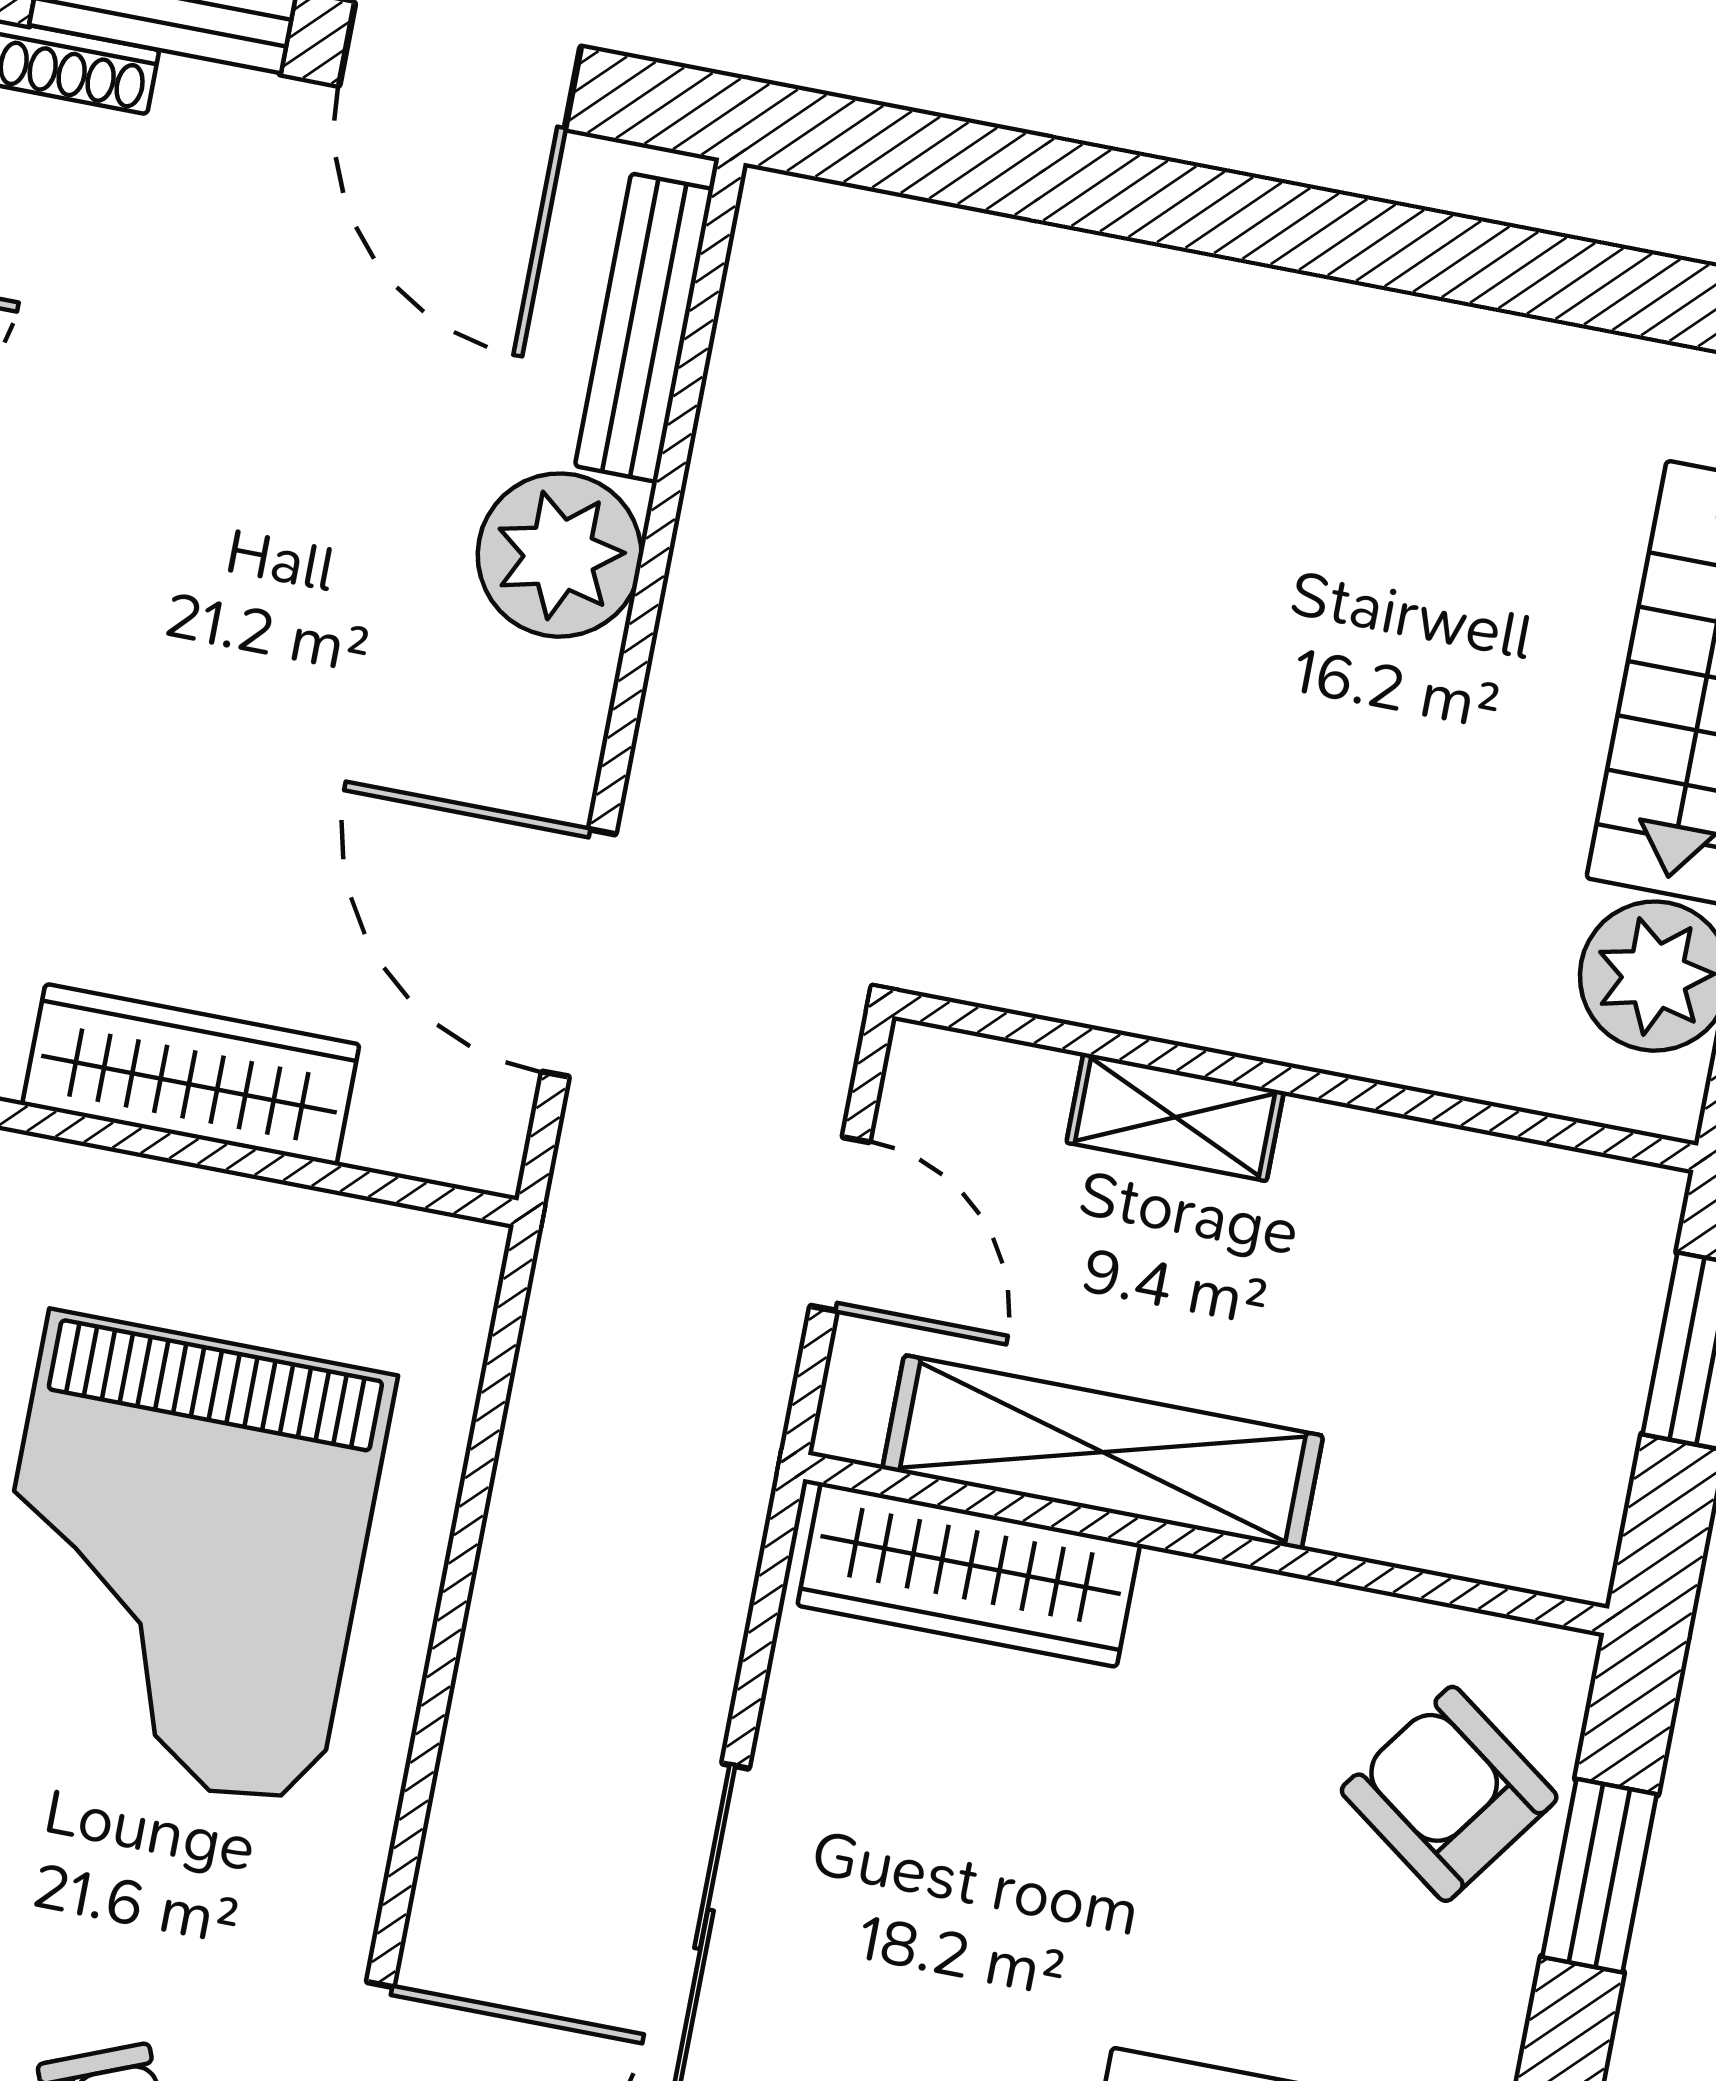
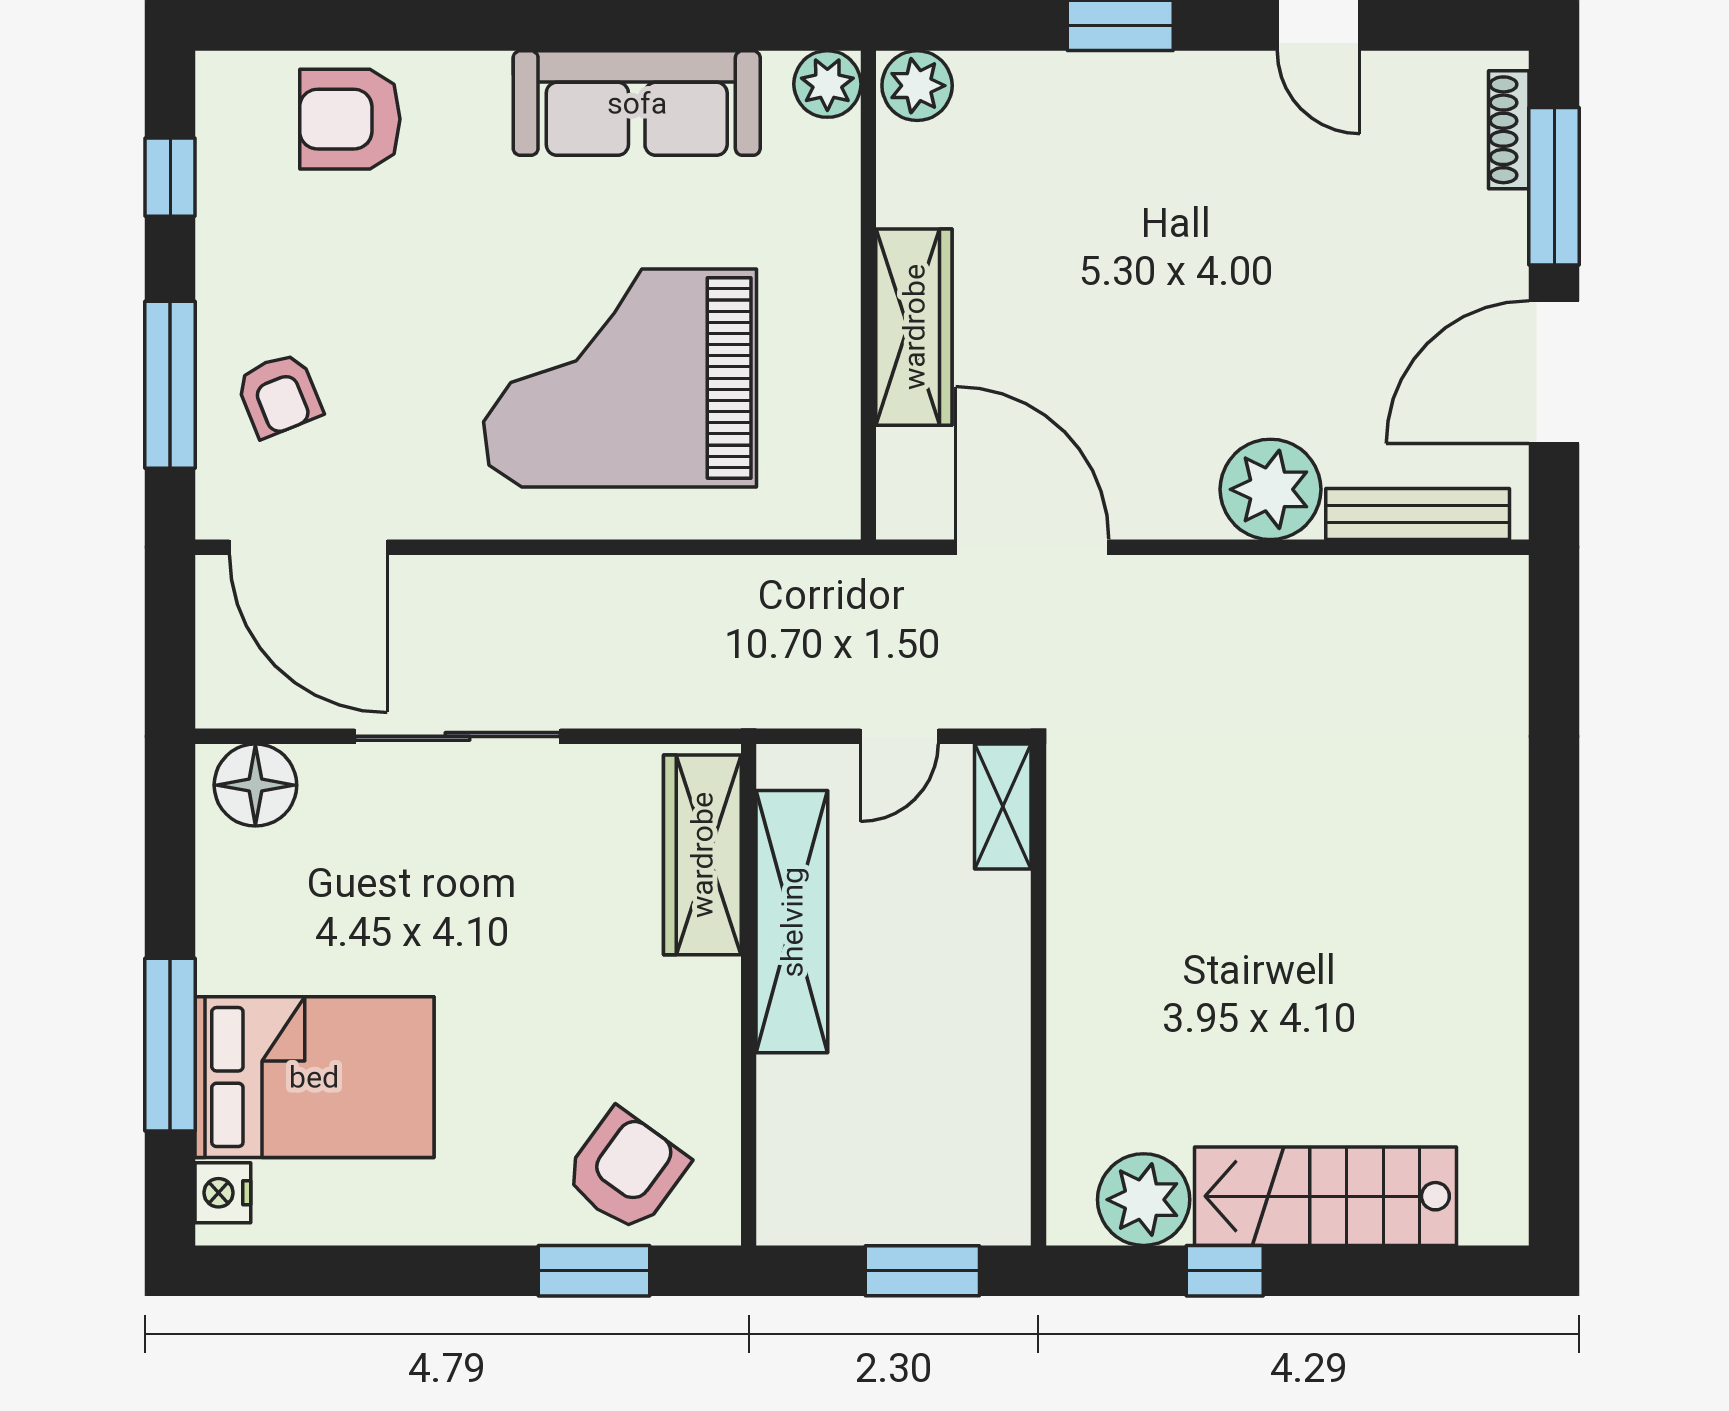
door: (579, 953) -> (1032, 547), hinge flipped
shelving: (1175, 1117) -> (1003, 807), moved
door: (840, 1224) -> (899, 736), width x0.73

